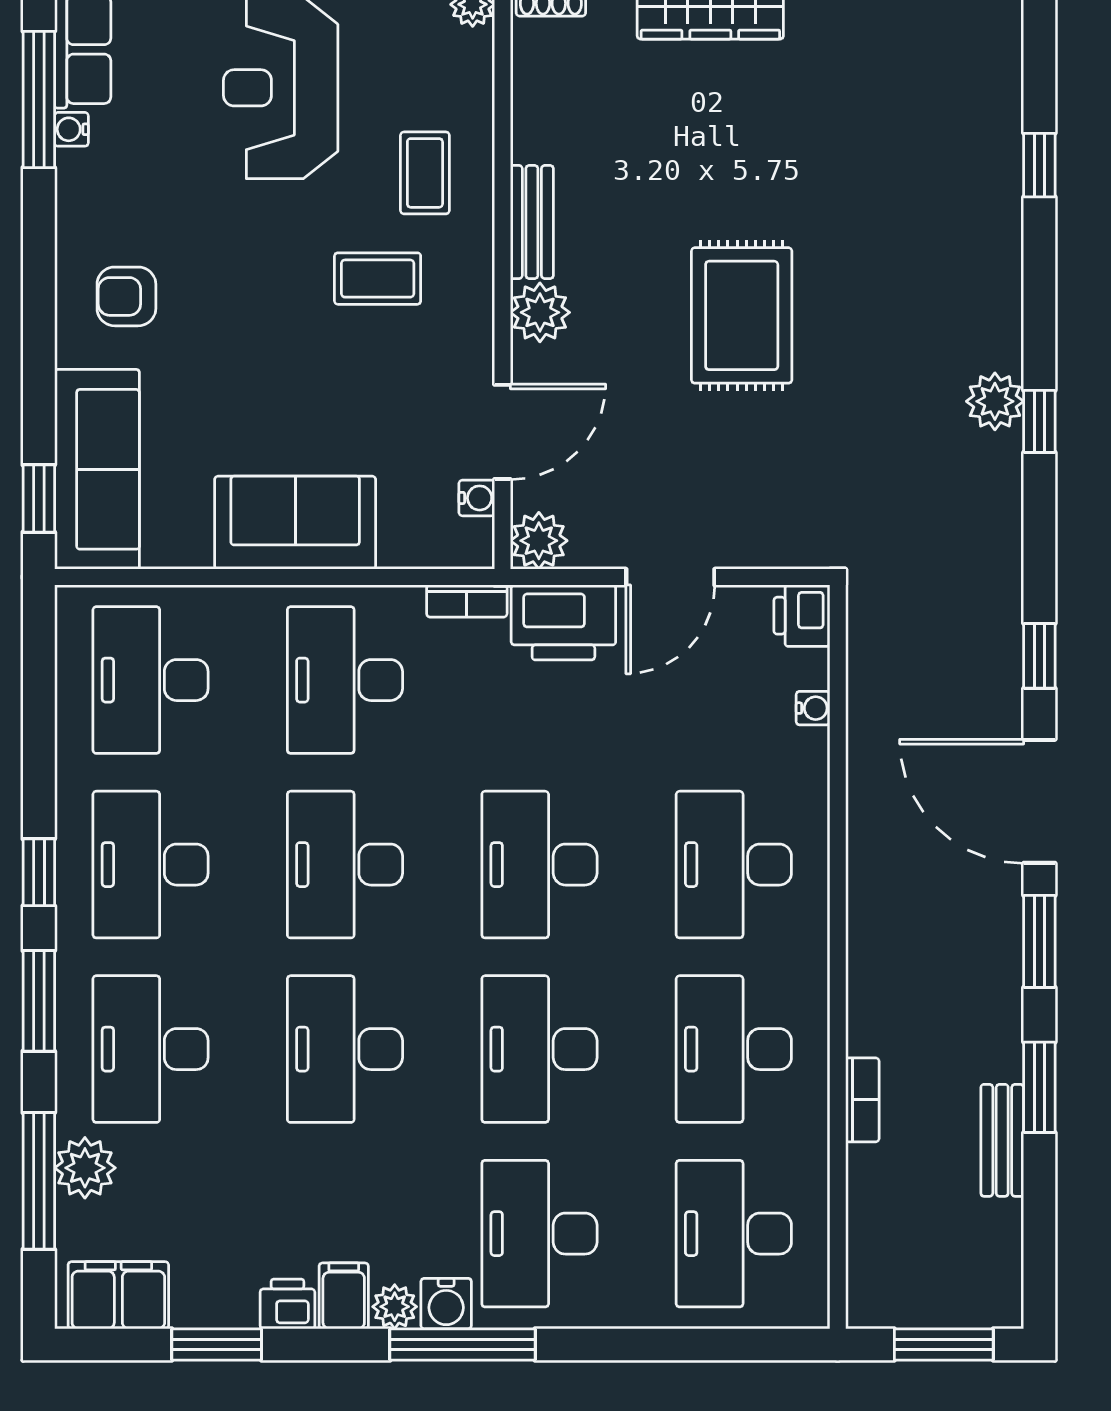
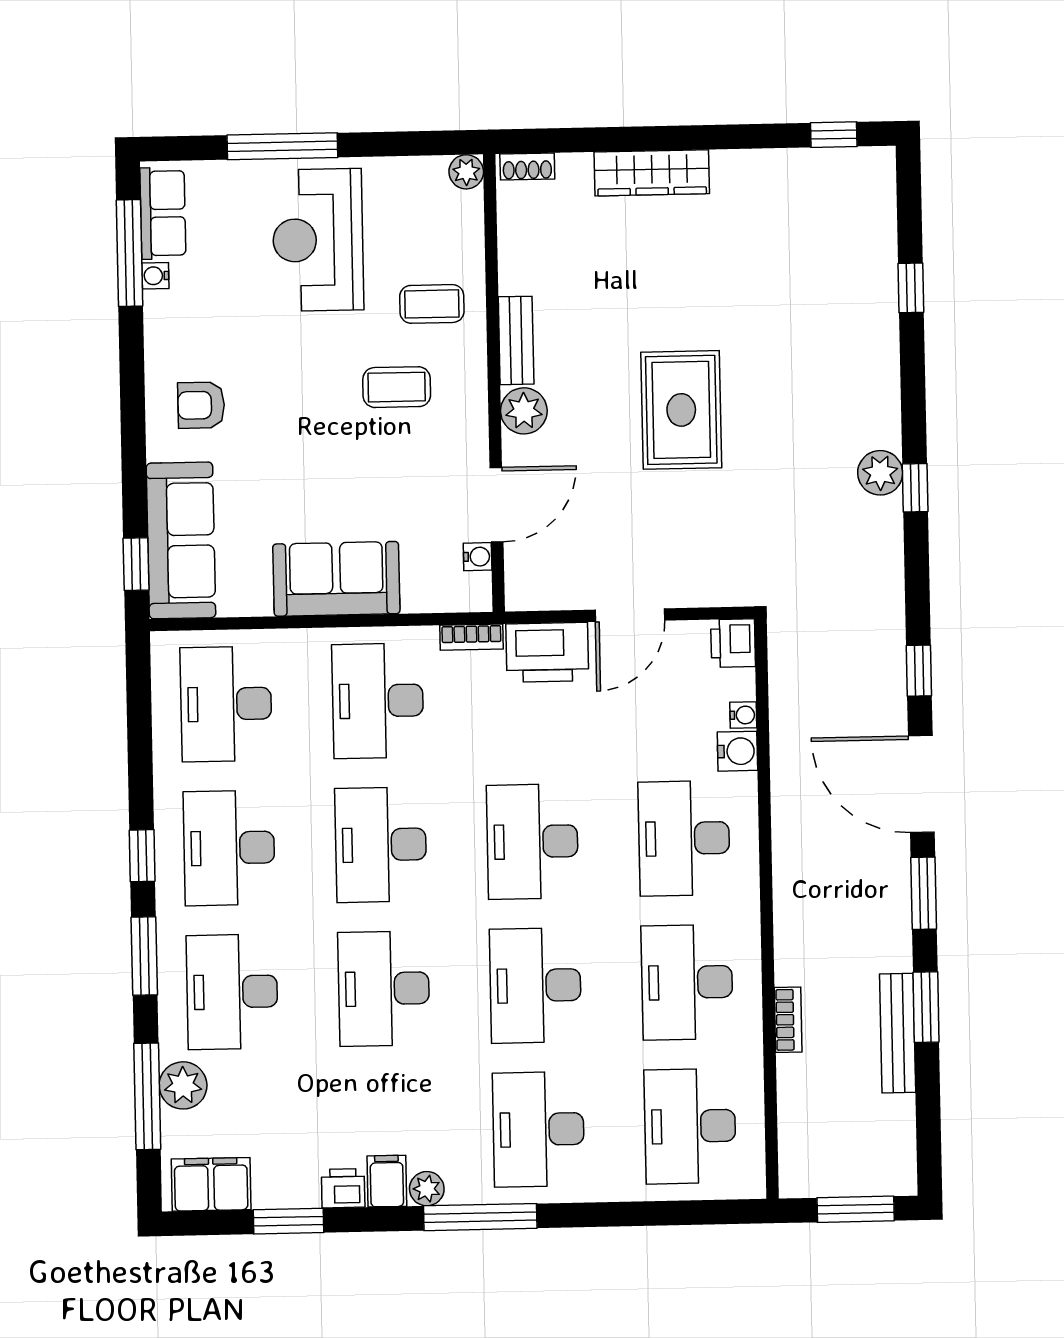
coffee table: (425, 173) -> (432, 304), turned 90
plant: (539, 541) -> (527, 589), removed
bench: (1002, 1140) -> (898, 1033), width x1.36
water cooler: (446, 1304) -> (737, 751), moved, turned -90

